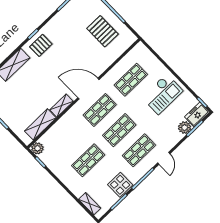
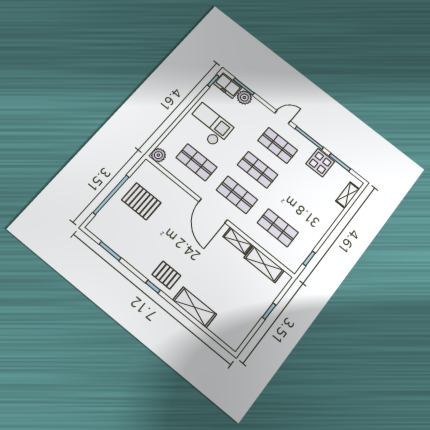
pallet: (103, 31) -> (141, 201), turned 90
plant: (37, 148) -> (158, 155), moved
shop shelf: (88, 160) -> (278, 228), moved

